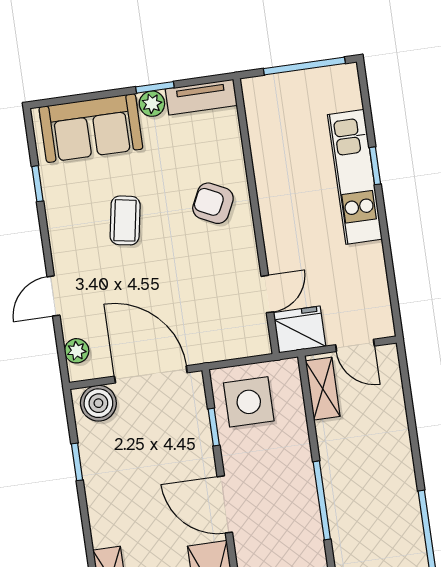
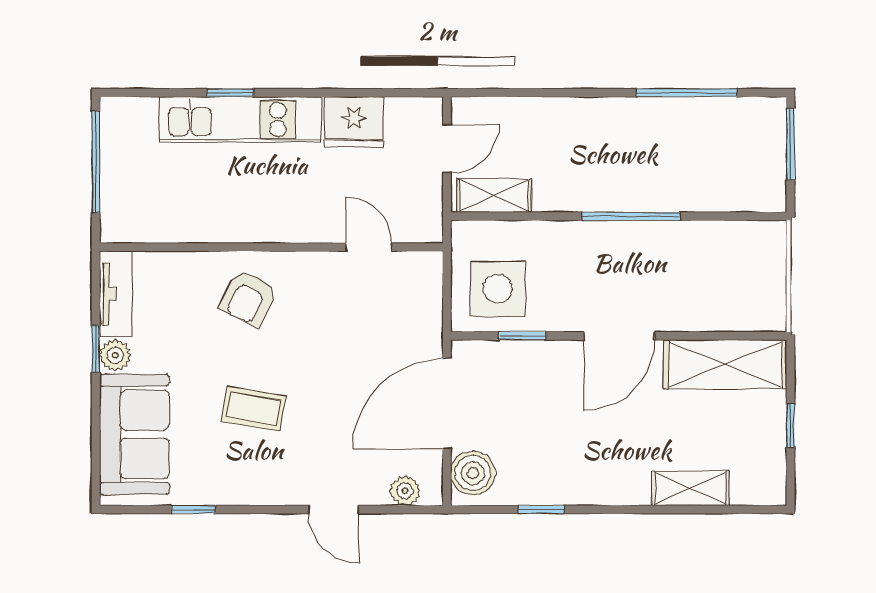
fridge: (299, 330) -> (354, 122), moved, turned -90

